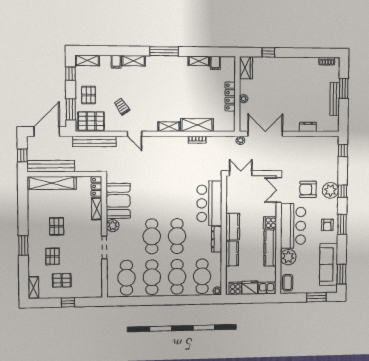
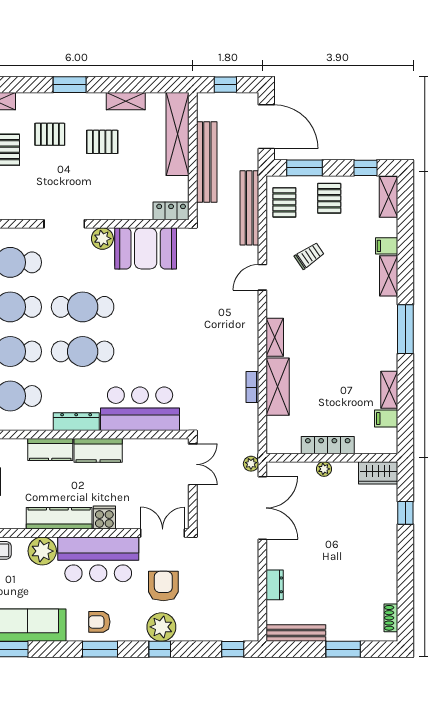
pallet: (88, 95) -> (329, 198), turned 90
bench: (335, 99) -> (296, 633), moved
pallet: (91, 121) -> (284, 202), width x0.67, depth x0.71
bench: (51, 166) -> (207, 162), moved
shelving: (97, 209) -> (126, 101), moved

